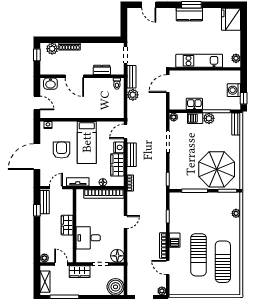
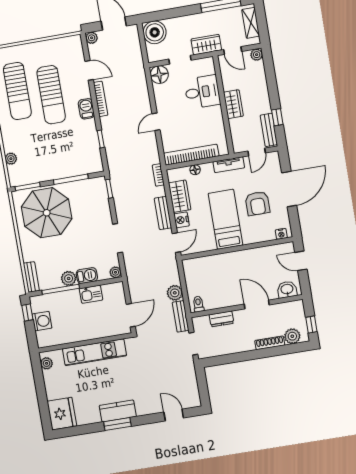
sun lounger: (199, 255) -> (51, 95), turned 180

